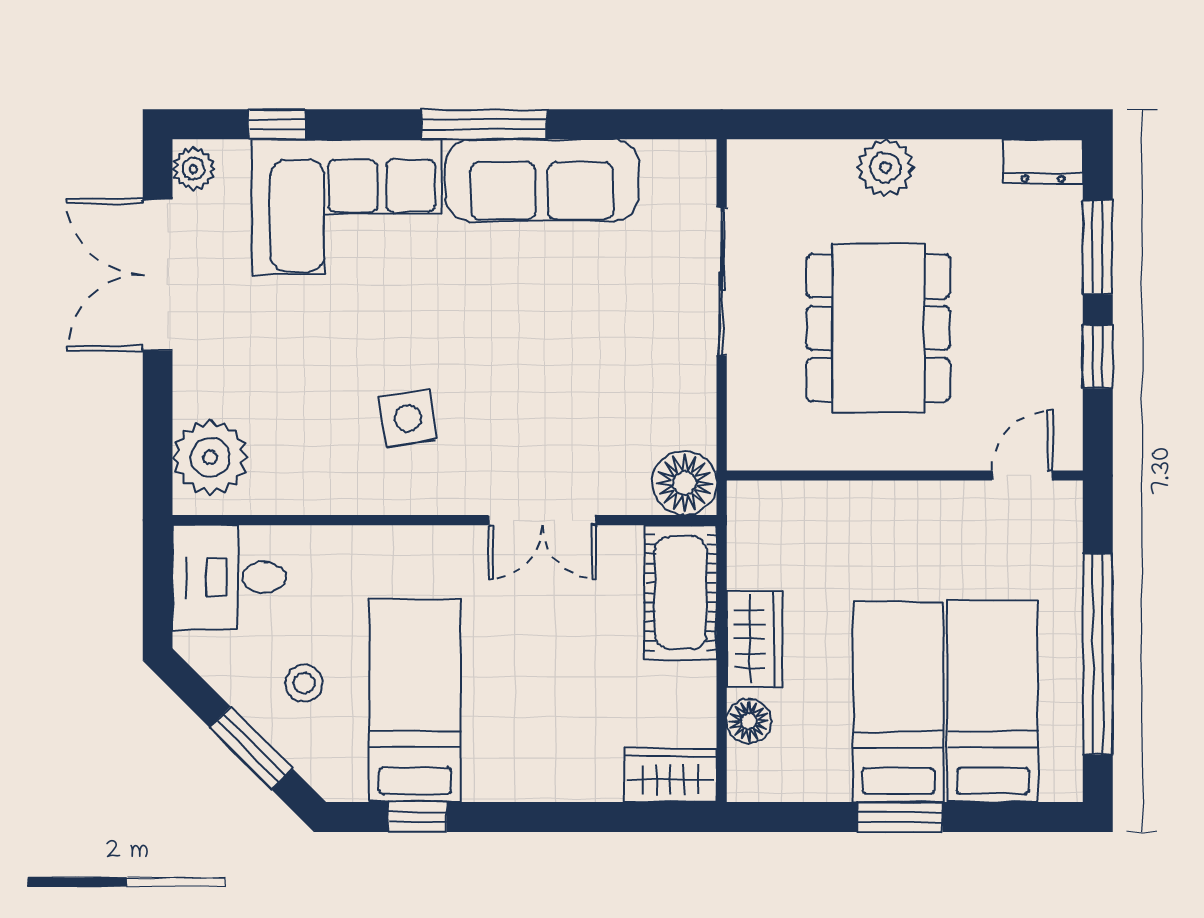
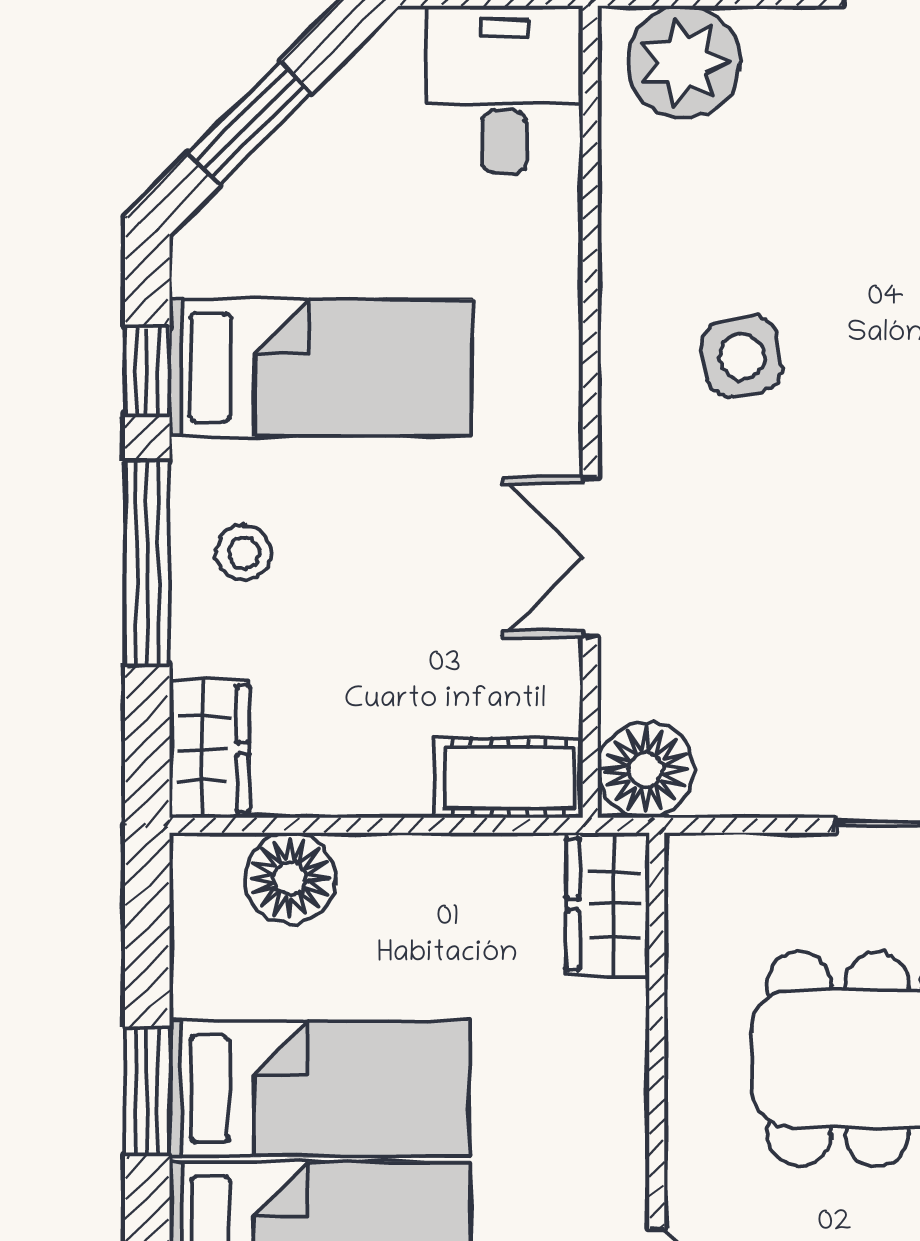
cot: (681, 593) -> (509, 778), width x0.73, depth x0.75
wardrobe: (754, 639) -> (608, 904), moved, turned 90
stool: (304, 683) -> (244, 553), moved
floor lamp: (749, 721) -> (290, 878), width x1.38, depth x1.38
window: (546, 817) -> (147, 563), added

